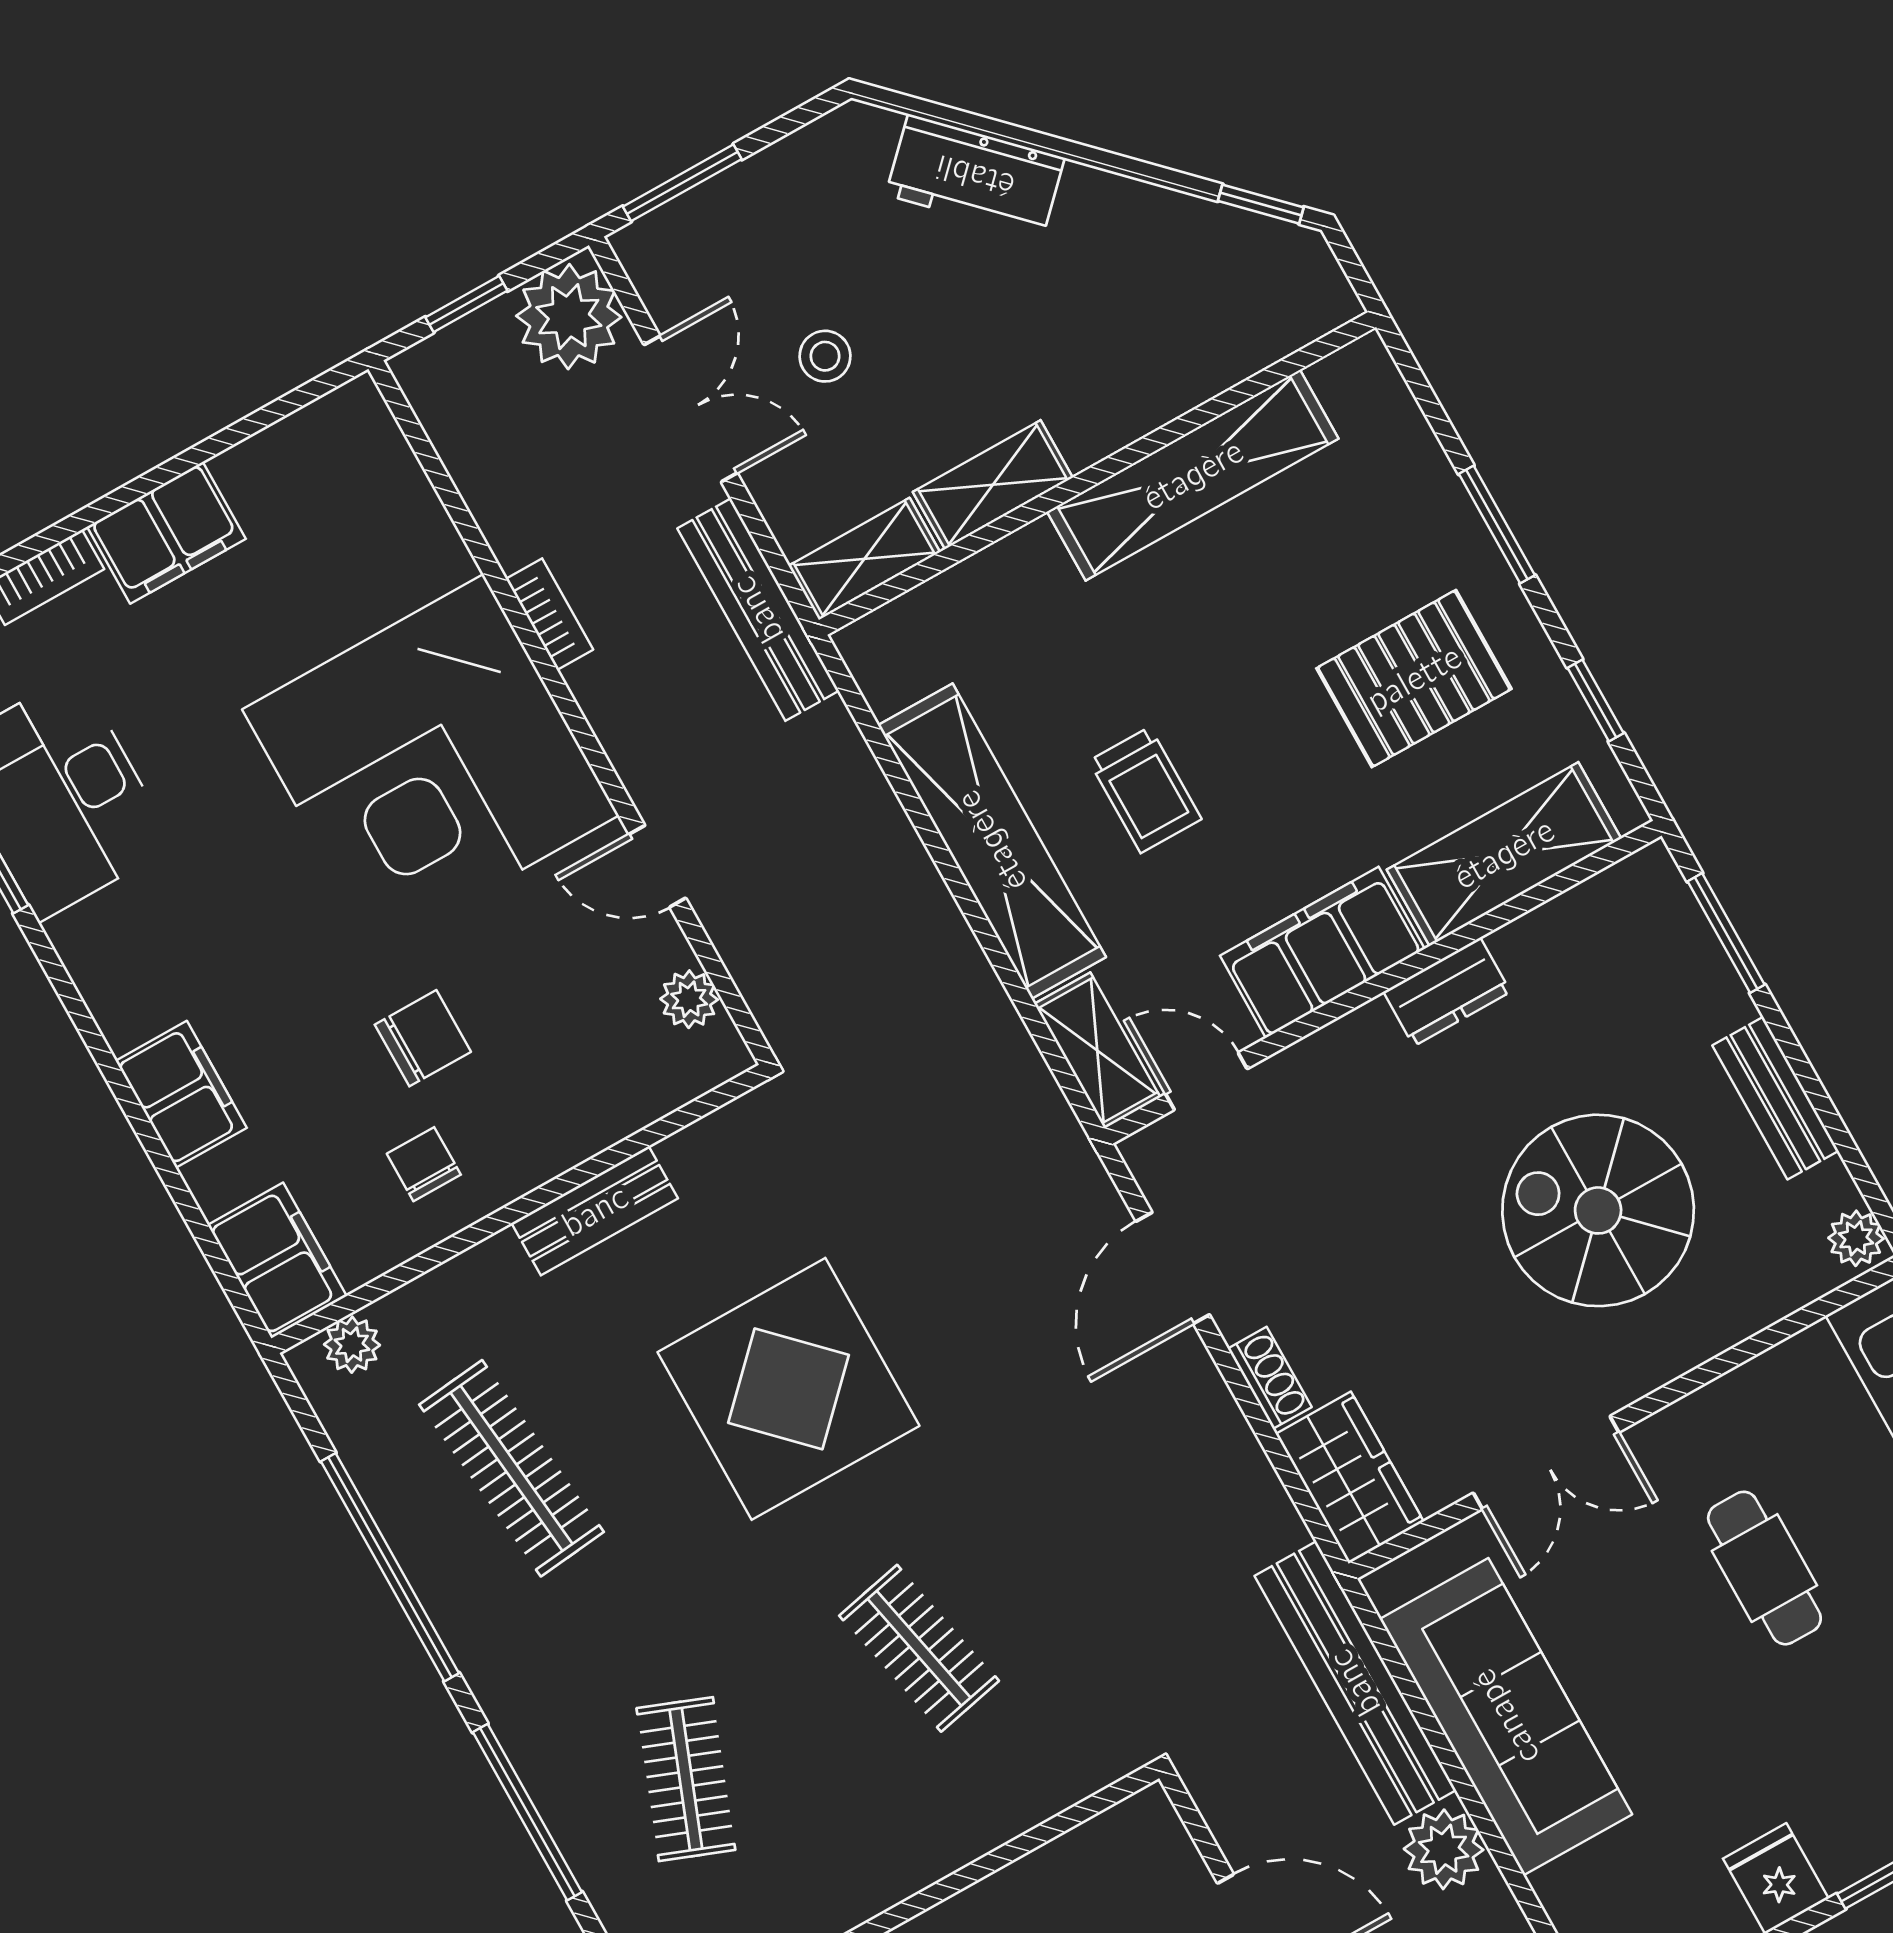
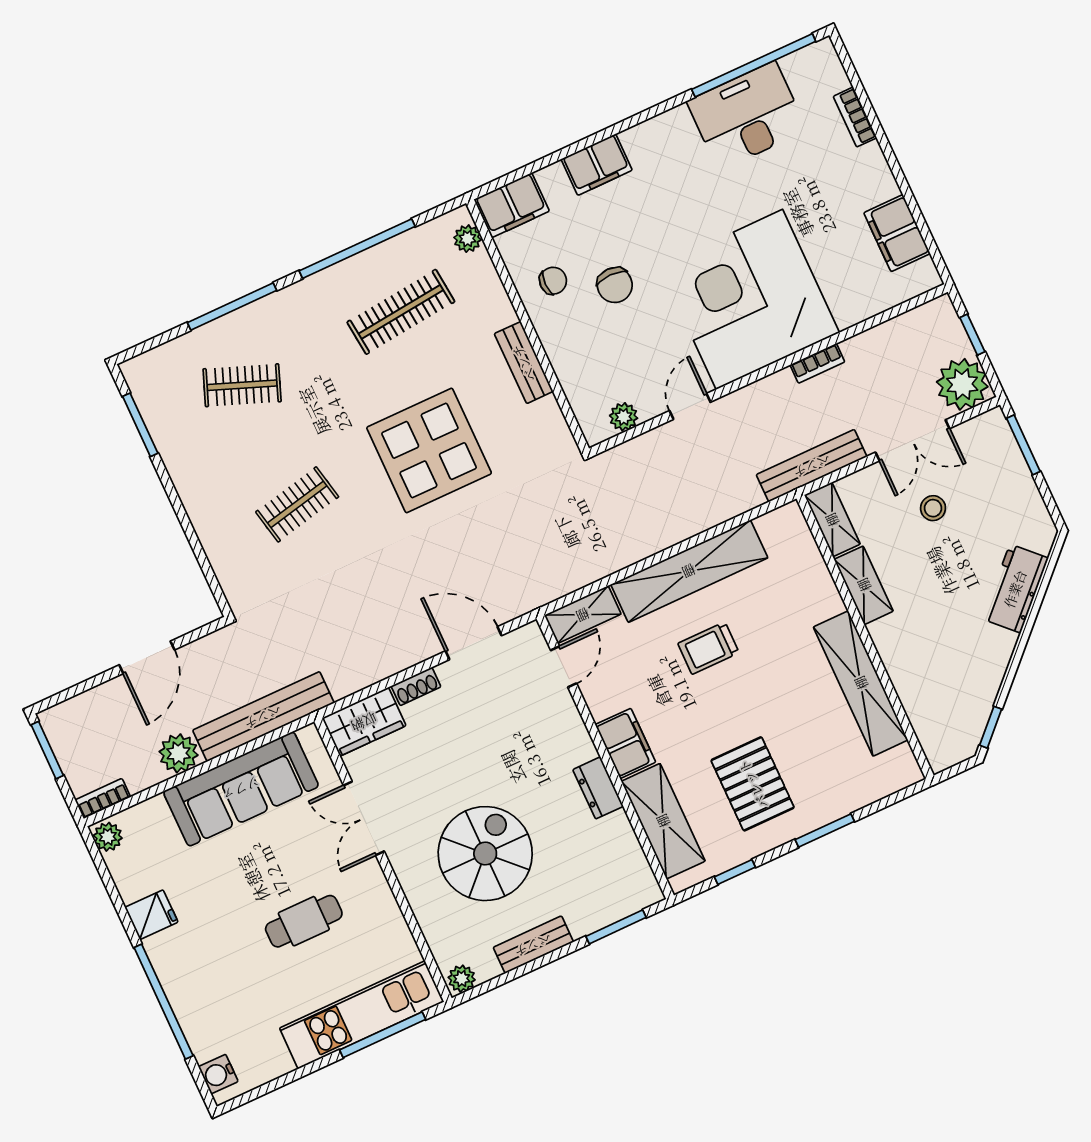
filing cabinet: (166, 533) -> (897, 233), moved
filing cabinet: (1322, 952) -> (625, 743), width x0.67, depth x0.86

